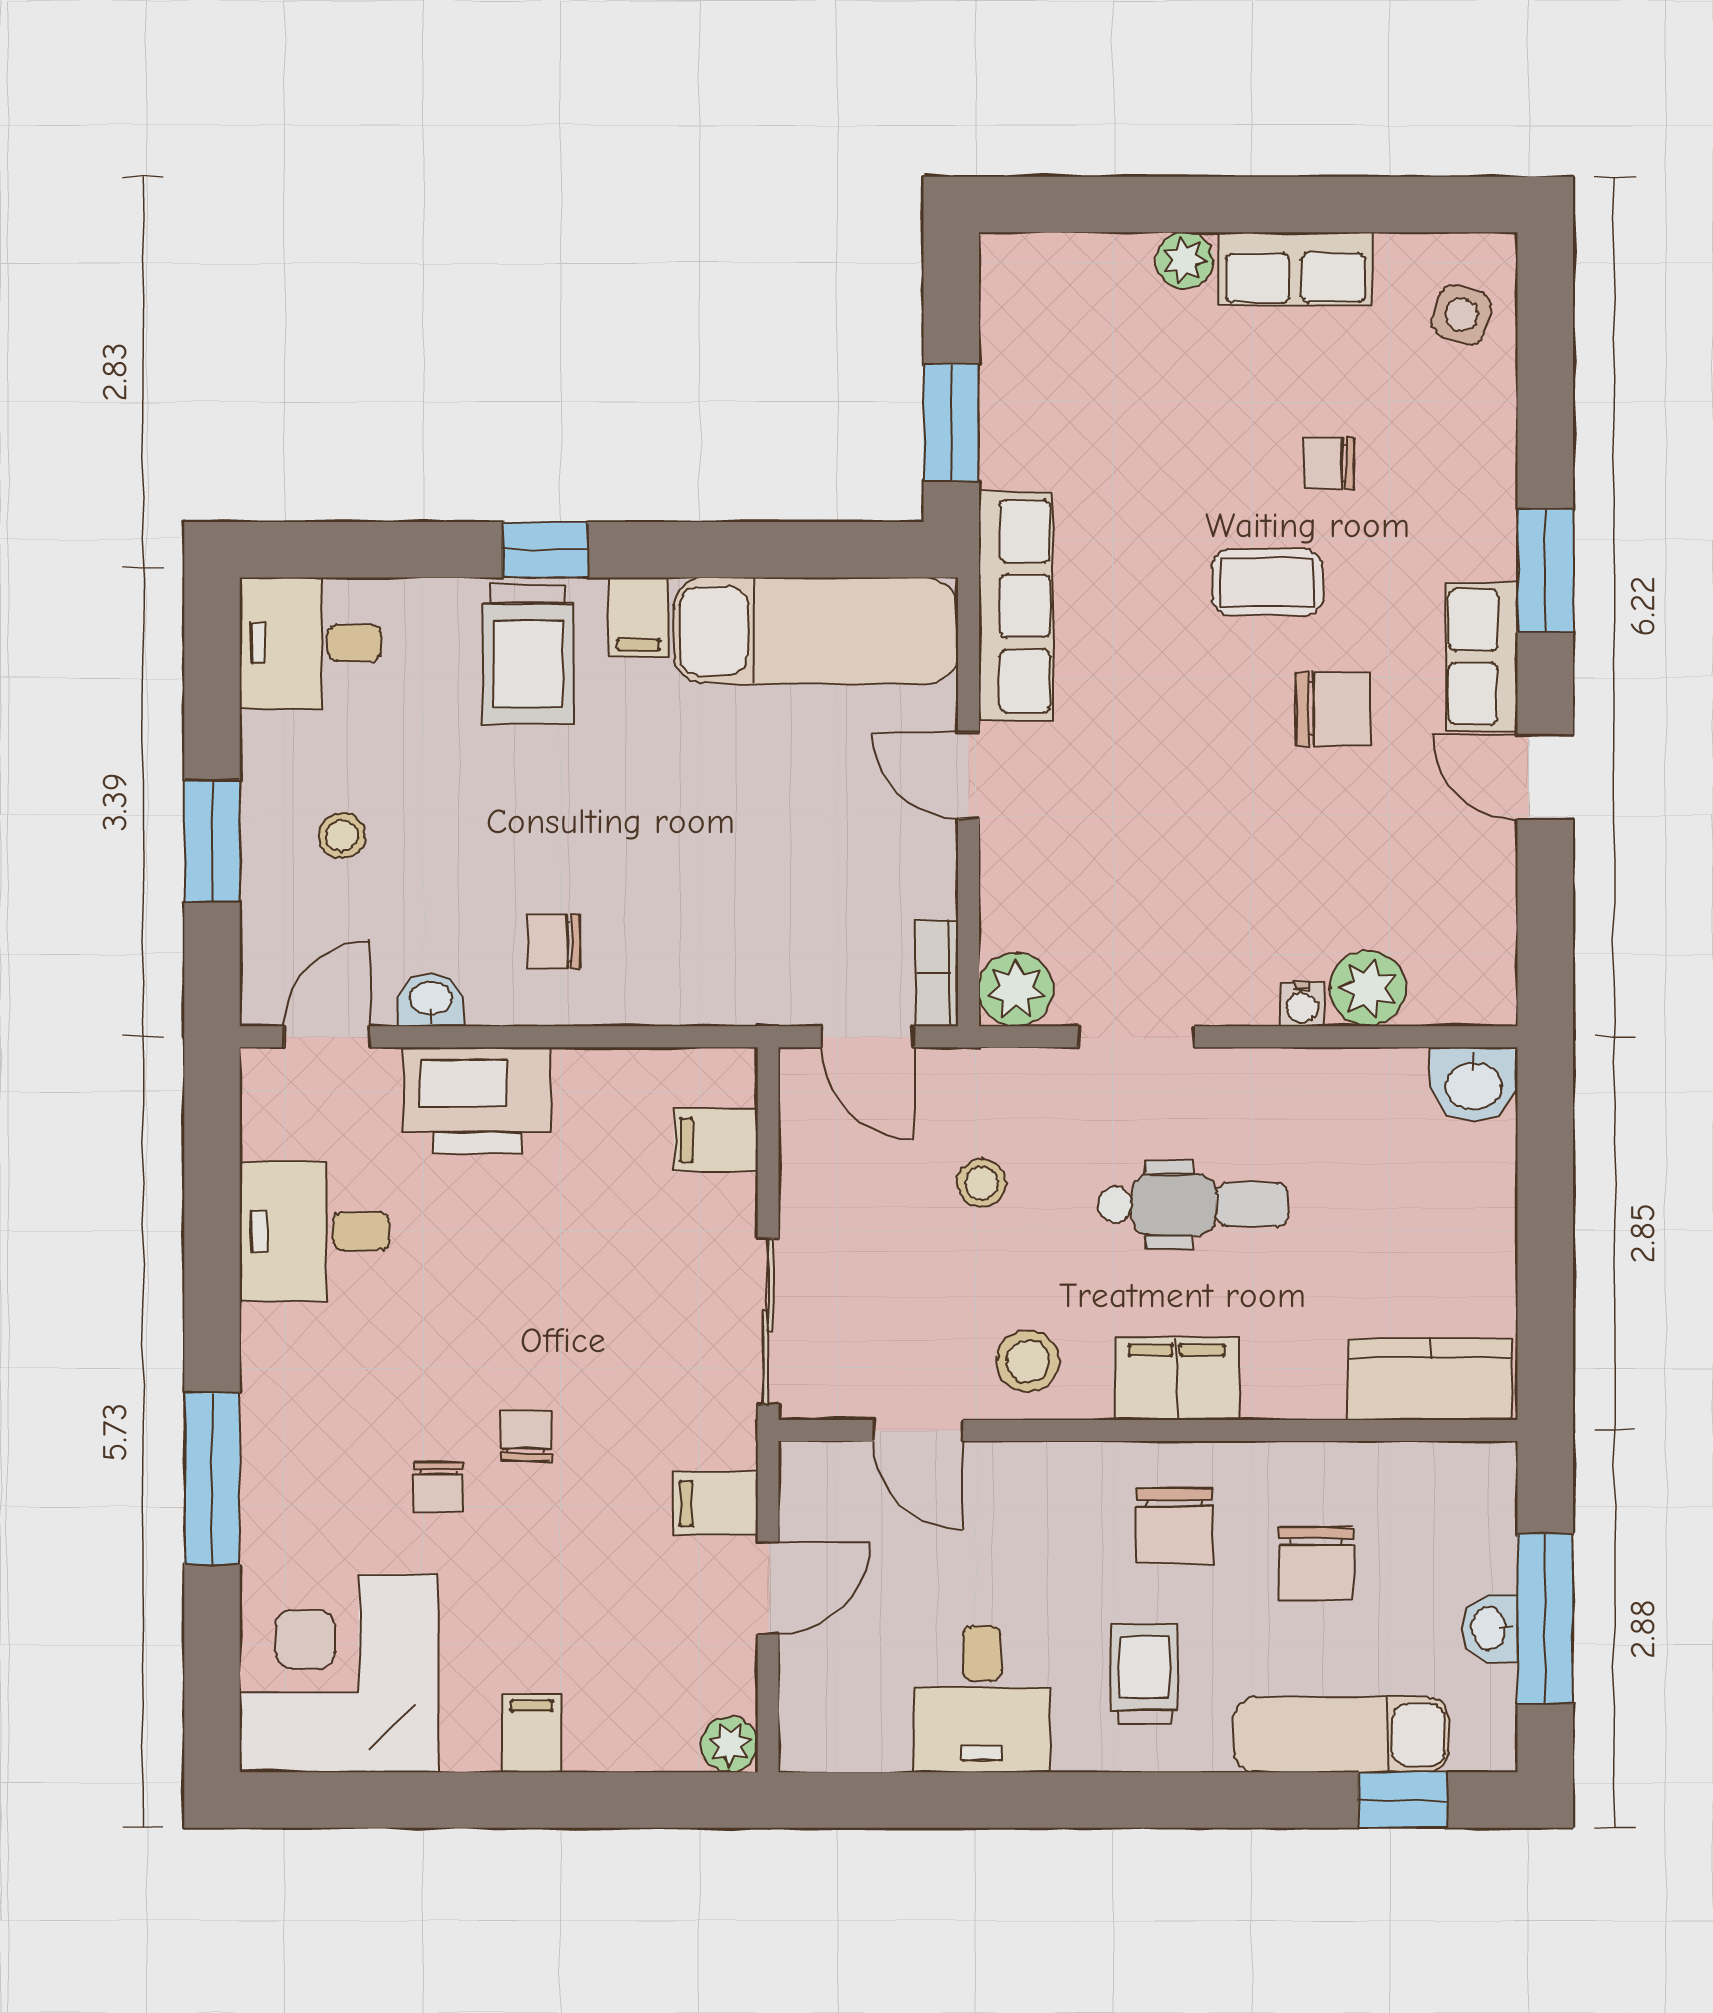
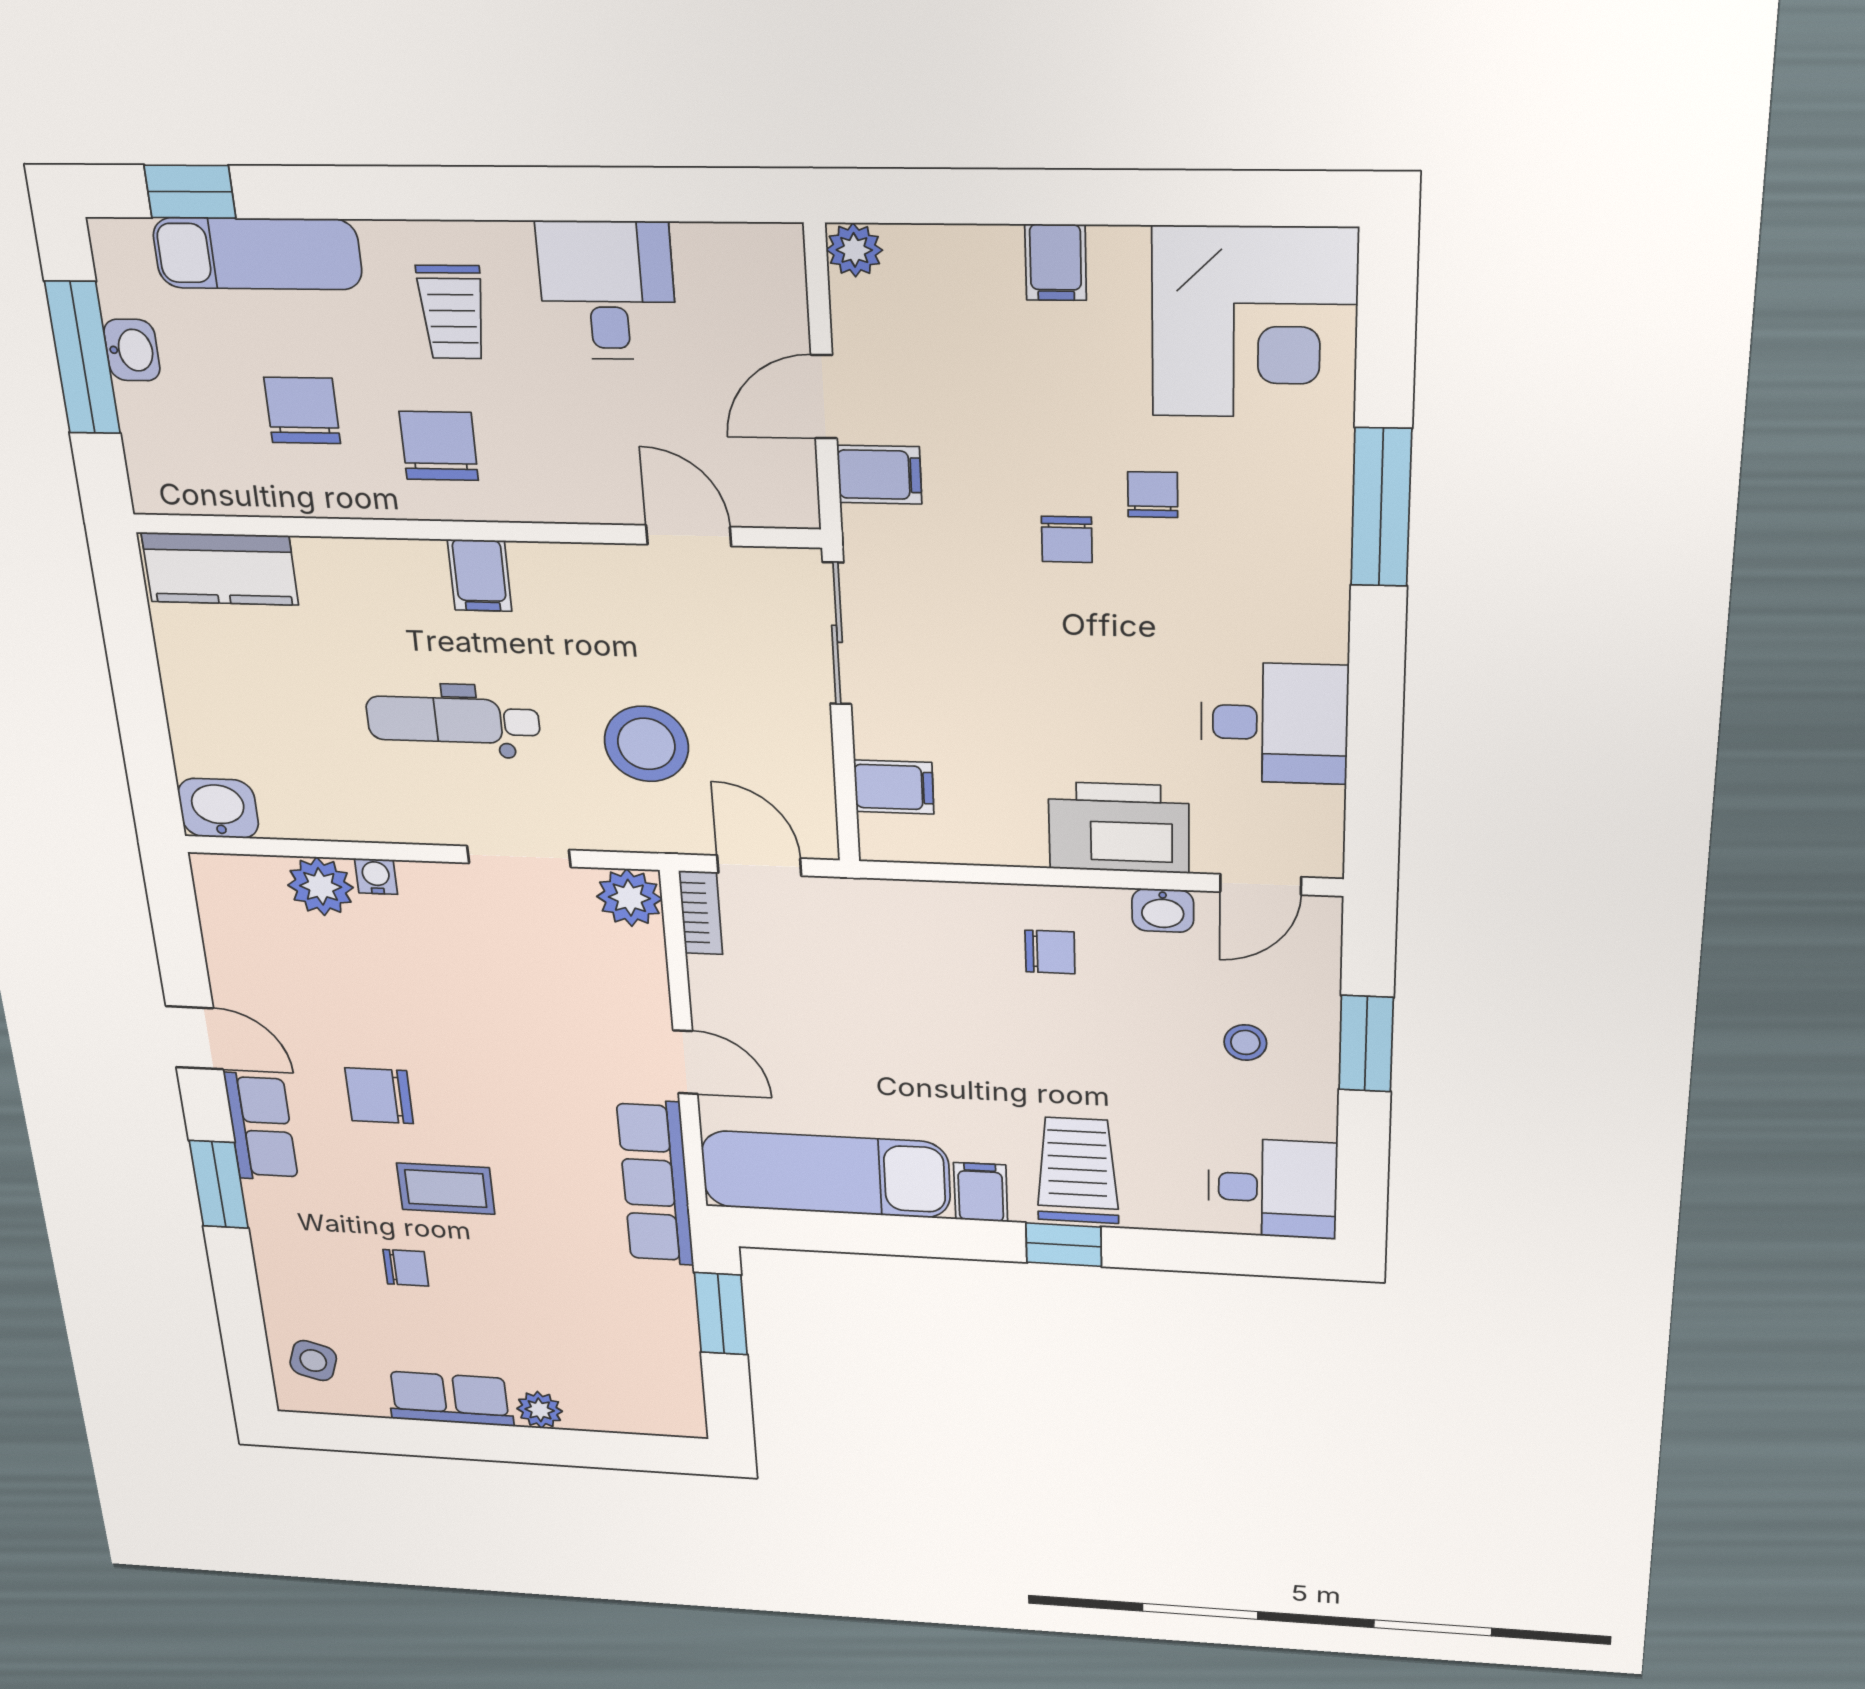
stool: (982, 1183) -> (646, 744), width x1.89, depth x1.89
stool: (1028, 1361) -> (590, 593), removed
filing cabinet: (1177, 1379) -> (480, 575), width x0.50

